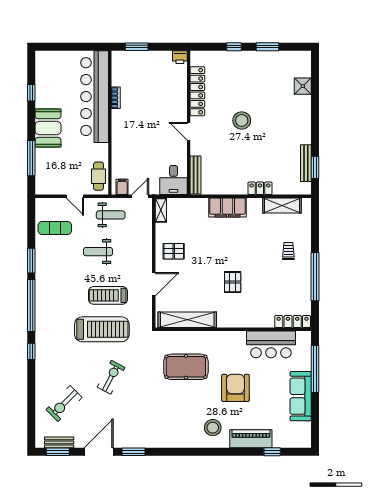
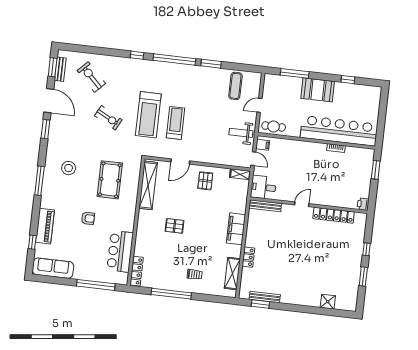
stool: (242, 120) -> (306, 249), removed
weight bench: (111, 215) -> (241, 133), turned 90
weight bench: (98, 252) -> (212, 119), removed
door: (154, 284) -> (180, 161), hinge flipped
armchair: (235, 388) -> (88, 218), width x0.53, depth x0.53
sofa: (301, 396) -> (53, 268), moved
stool: (213, 428) -> (69, 168), moved
window: (197, 452) -> (39, 181), added

